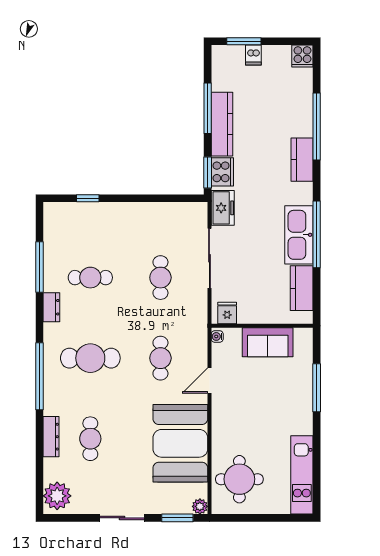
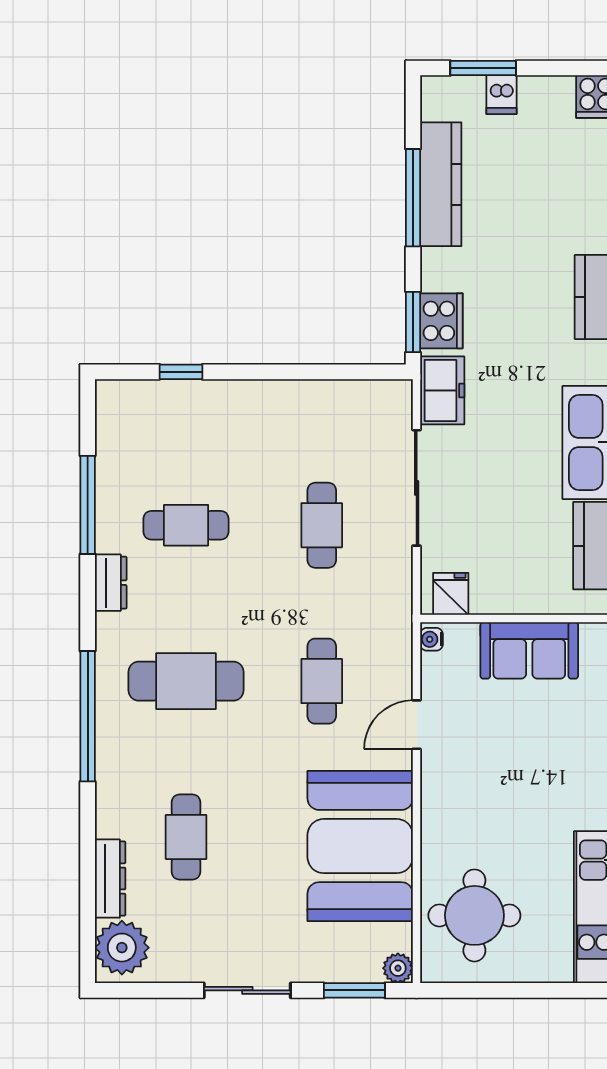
kitchen counter: (222, 124) -> (441, 184), moved
dresser: (51, 437) -> (110, 879), moved

